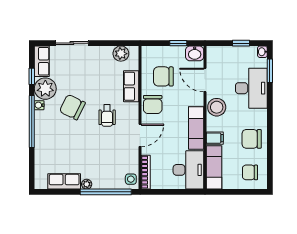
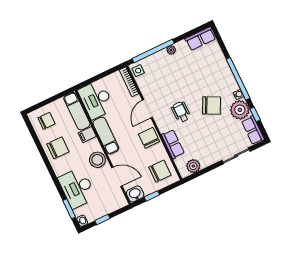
chair: (163, 76) -> (160, 171), moved
row of seats: (64, 181) -> (200, 39), moved

